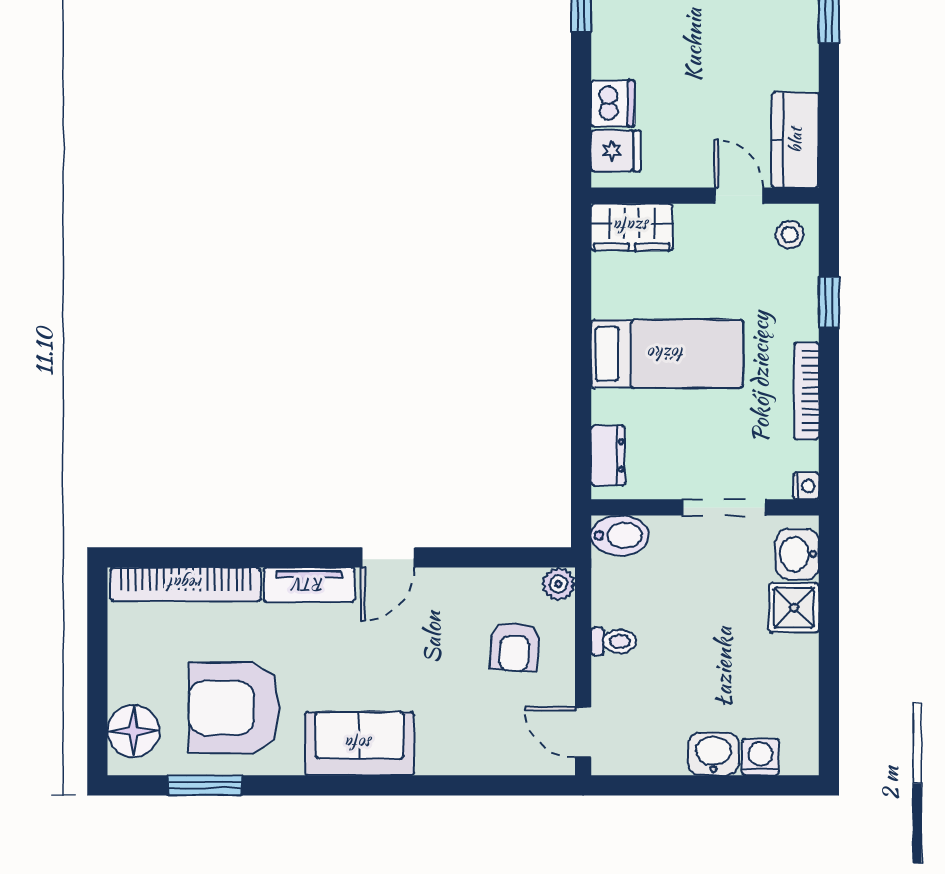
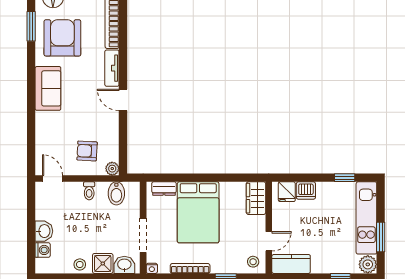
bed: (667, 354) -> (198, 212), width x1.50
bidet: (620, 535) -> (116, 193), moved
stool: (796, 665) -> (80, 264), added
door: (583, 732) -> (53, 179), hinge flipped

